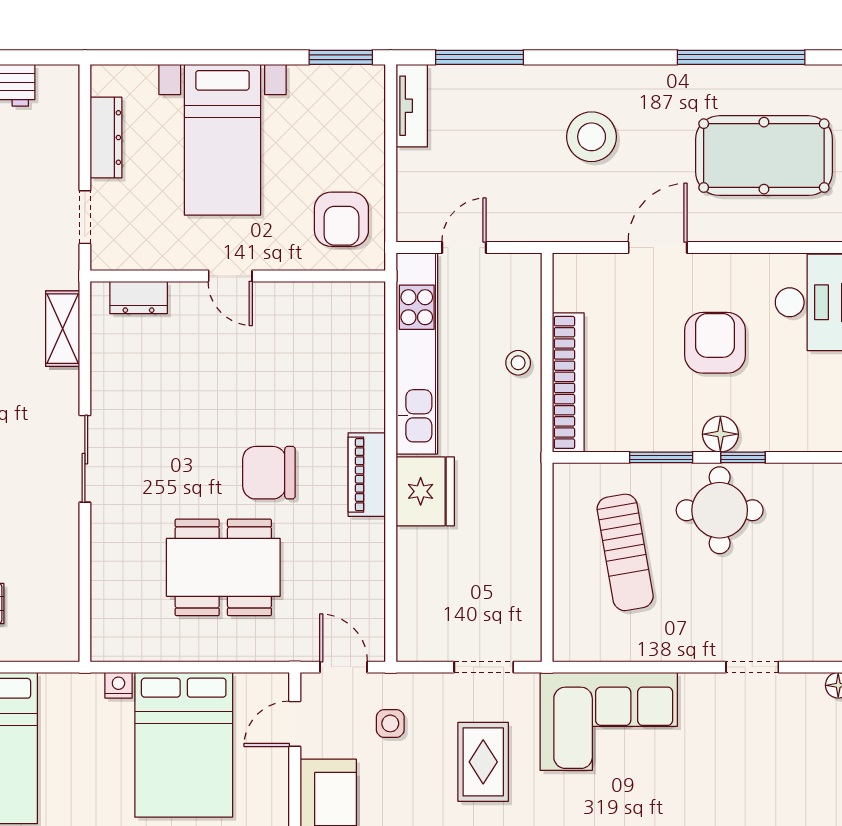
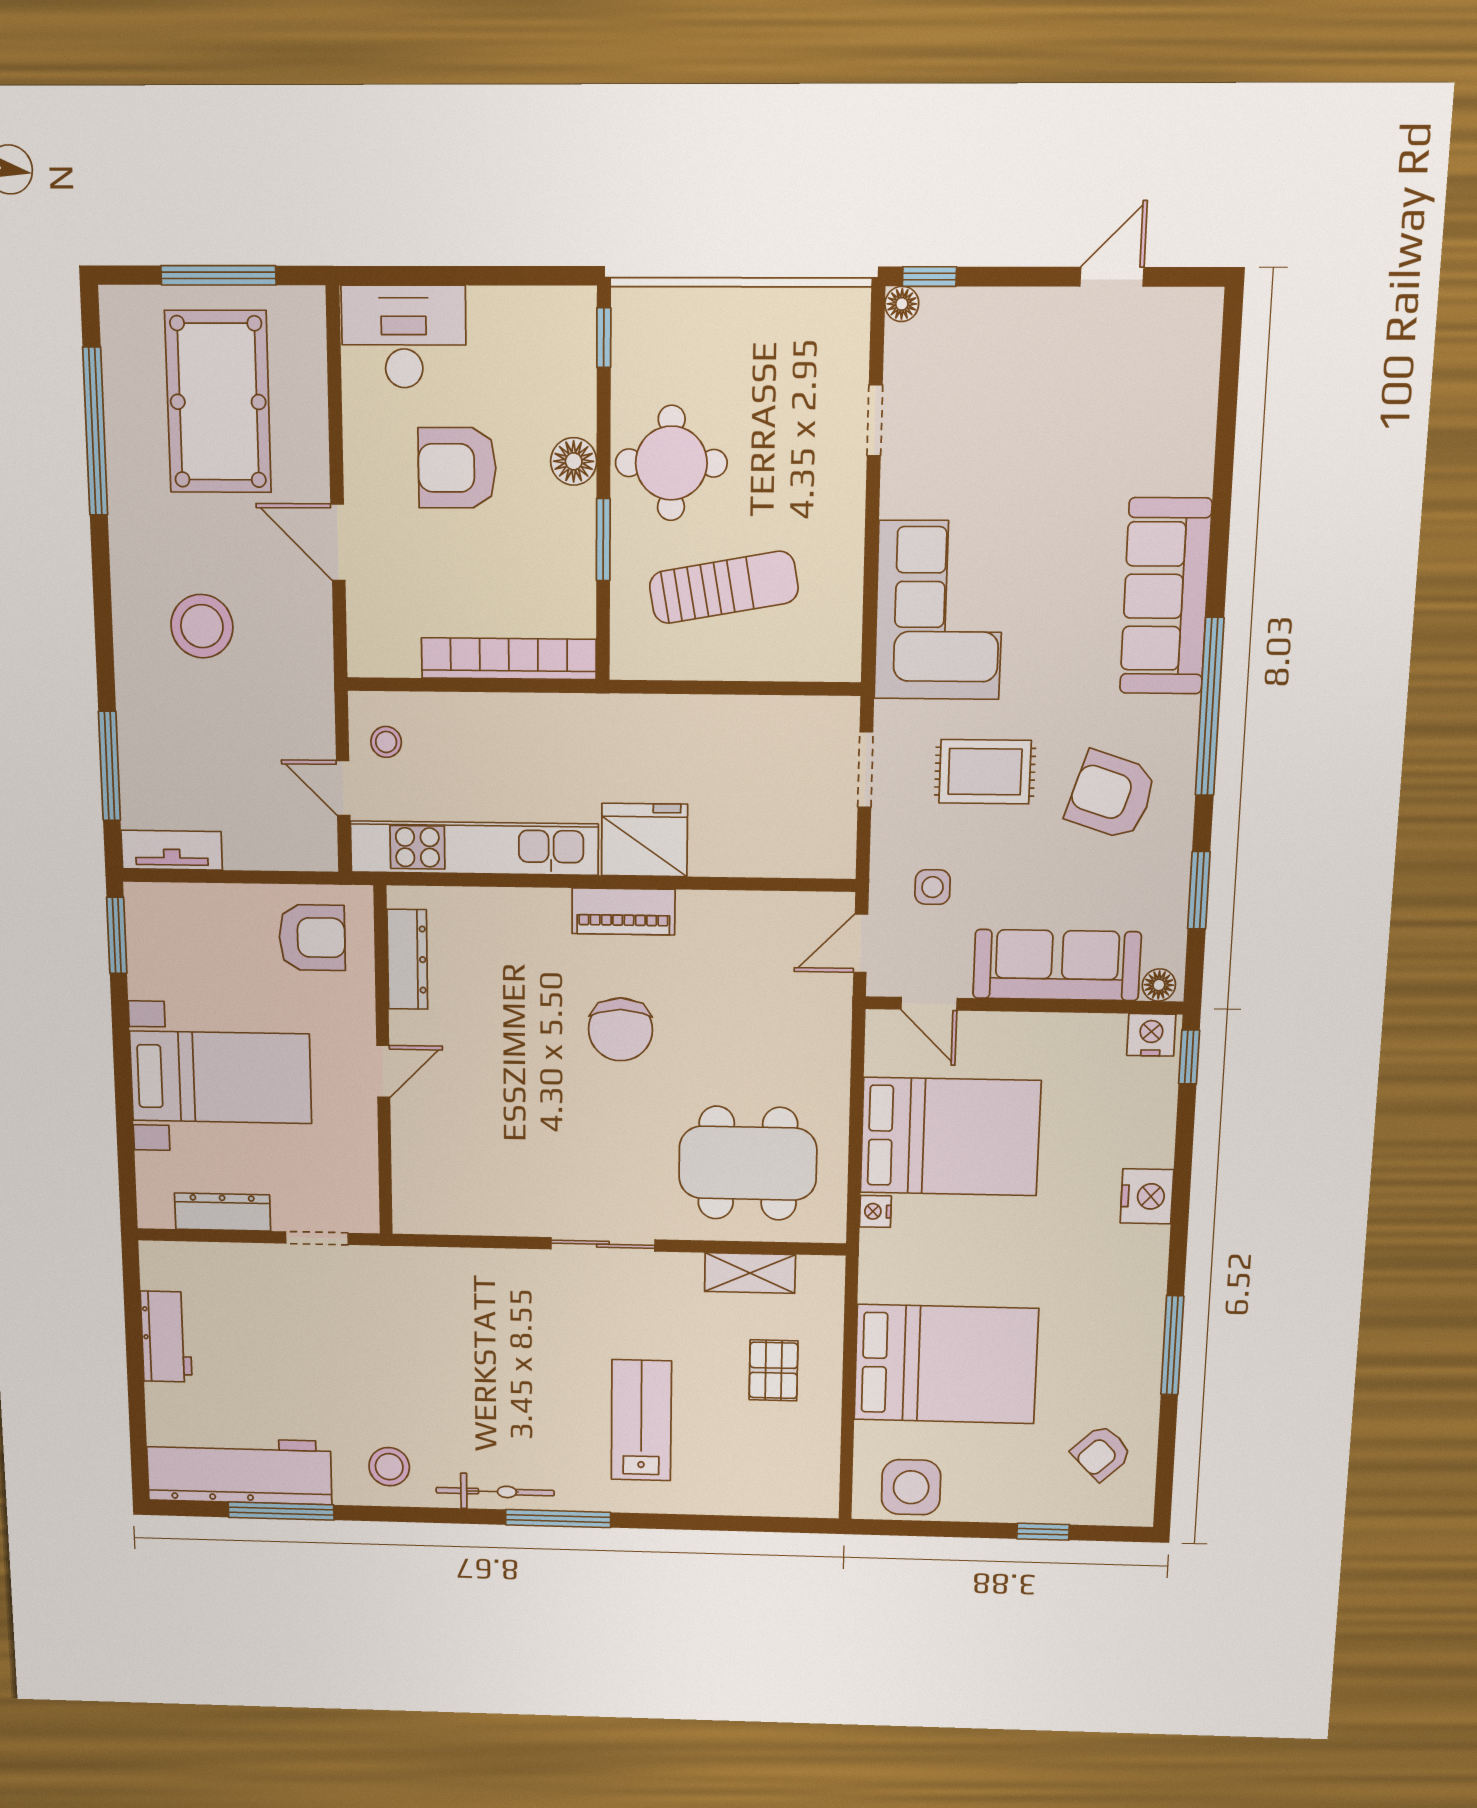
dresser: (139, 298) -> (407, 959), moved, width x1.44
shelving: (63, 329) -> (750, 1273), moved
stool: (518, 363) -> (386, 742), moved
window: (743, 457) -> (604, 338), moved
dining table: (223, 567) -> (748, 1163), moved, turned 90

